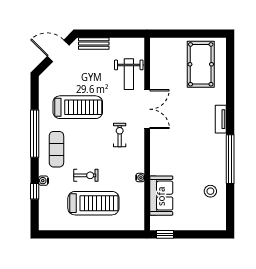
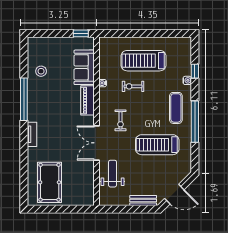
piano: (157, 158) -> (88, 100), added
exercise bike: (86, 175) -> (133, 86), moved

